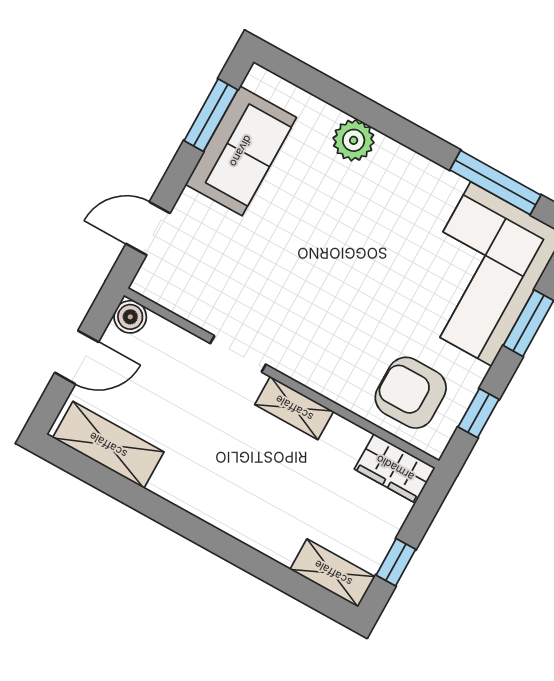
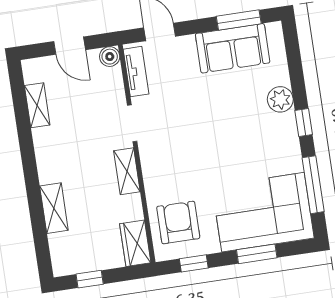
window: (406, 133) -> (304, 122), added
tv unit: (175, 298) -> (136, 72), added
shelving: (108, 445) -> (37, 105), width x0.67, depth x0.75
shelving: (333, 573) -> (54, 208), moved

